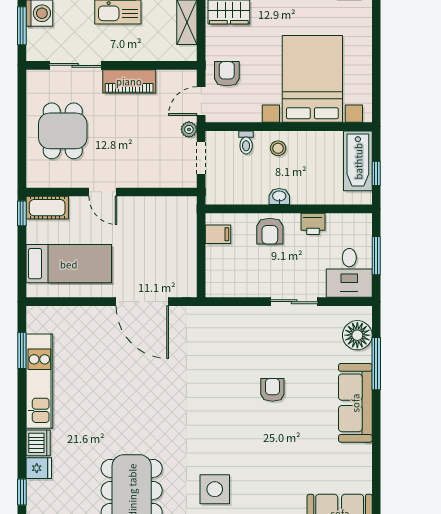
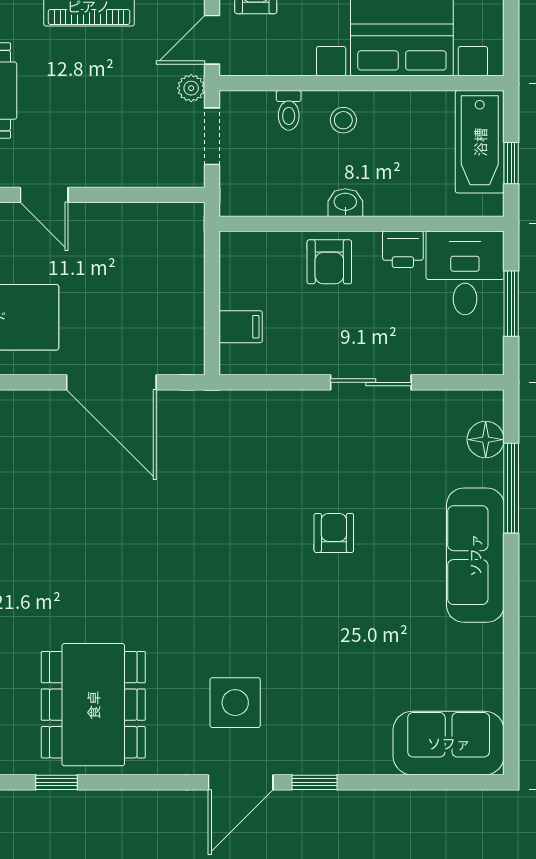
filing cabinet: (218, 234) -> (241, 327), moved
desk: (349, 273) -> (465, 273), moved, turned 180
floor lamp: (357, 335) -> (486, 440), width x0.73, depth x0.73

